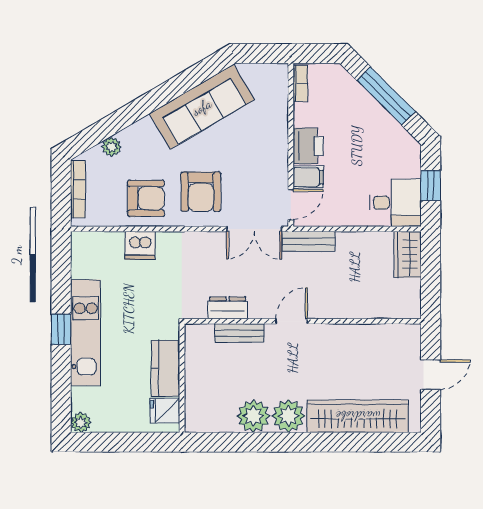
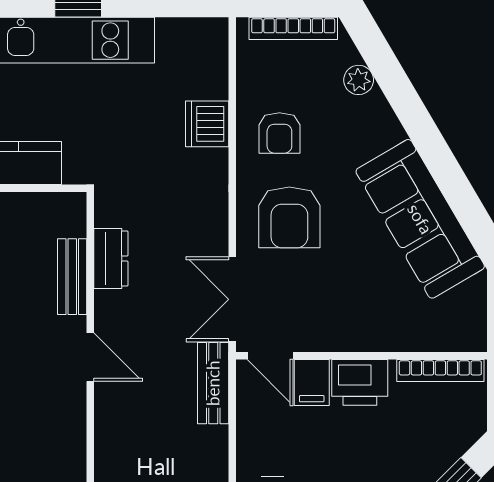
bookcase: (300, 83) -> (440, 371), width x1.56
armchair: (201, 192) -> (289, 217), turned -90
armchair: (146, 198) -> (279, 133), width x0.72, depth x0.72

